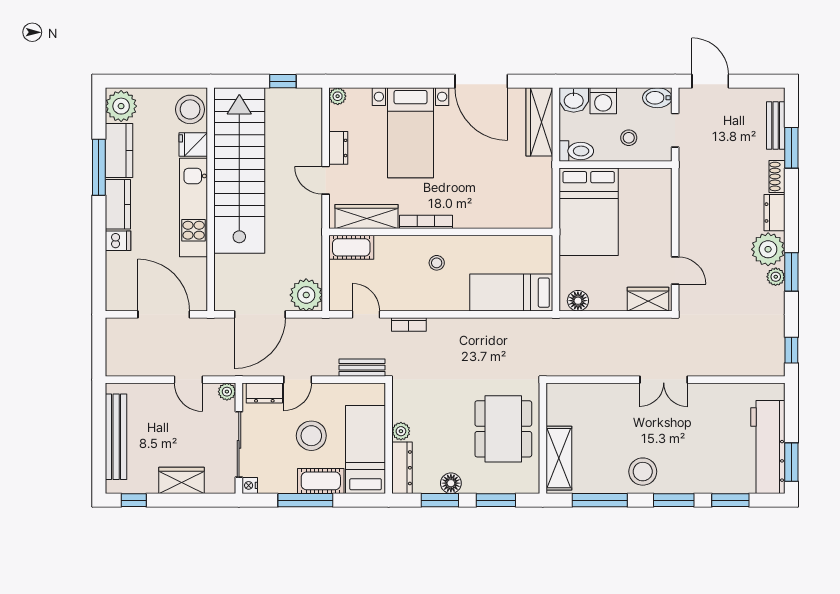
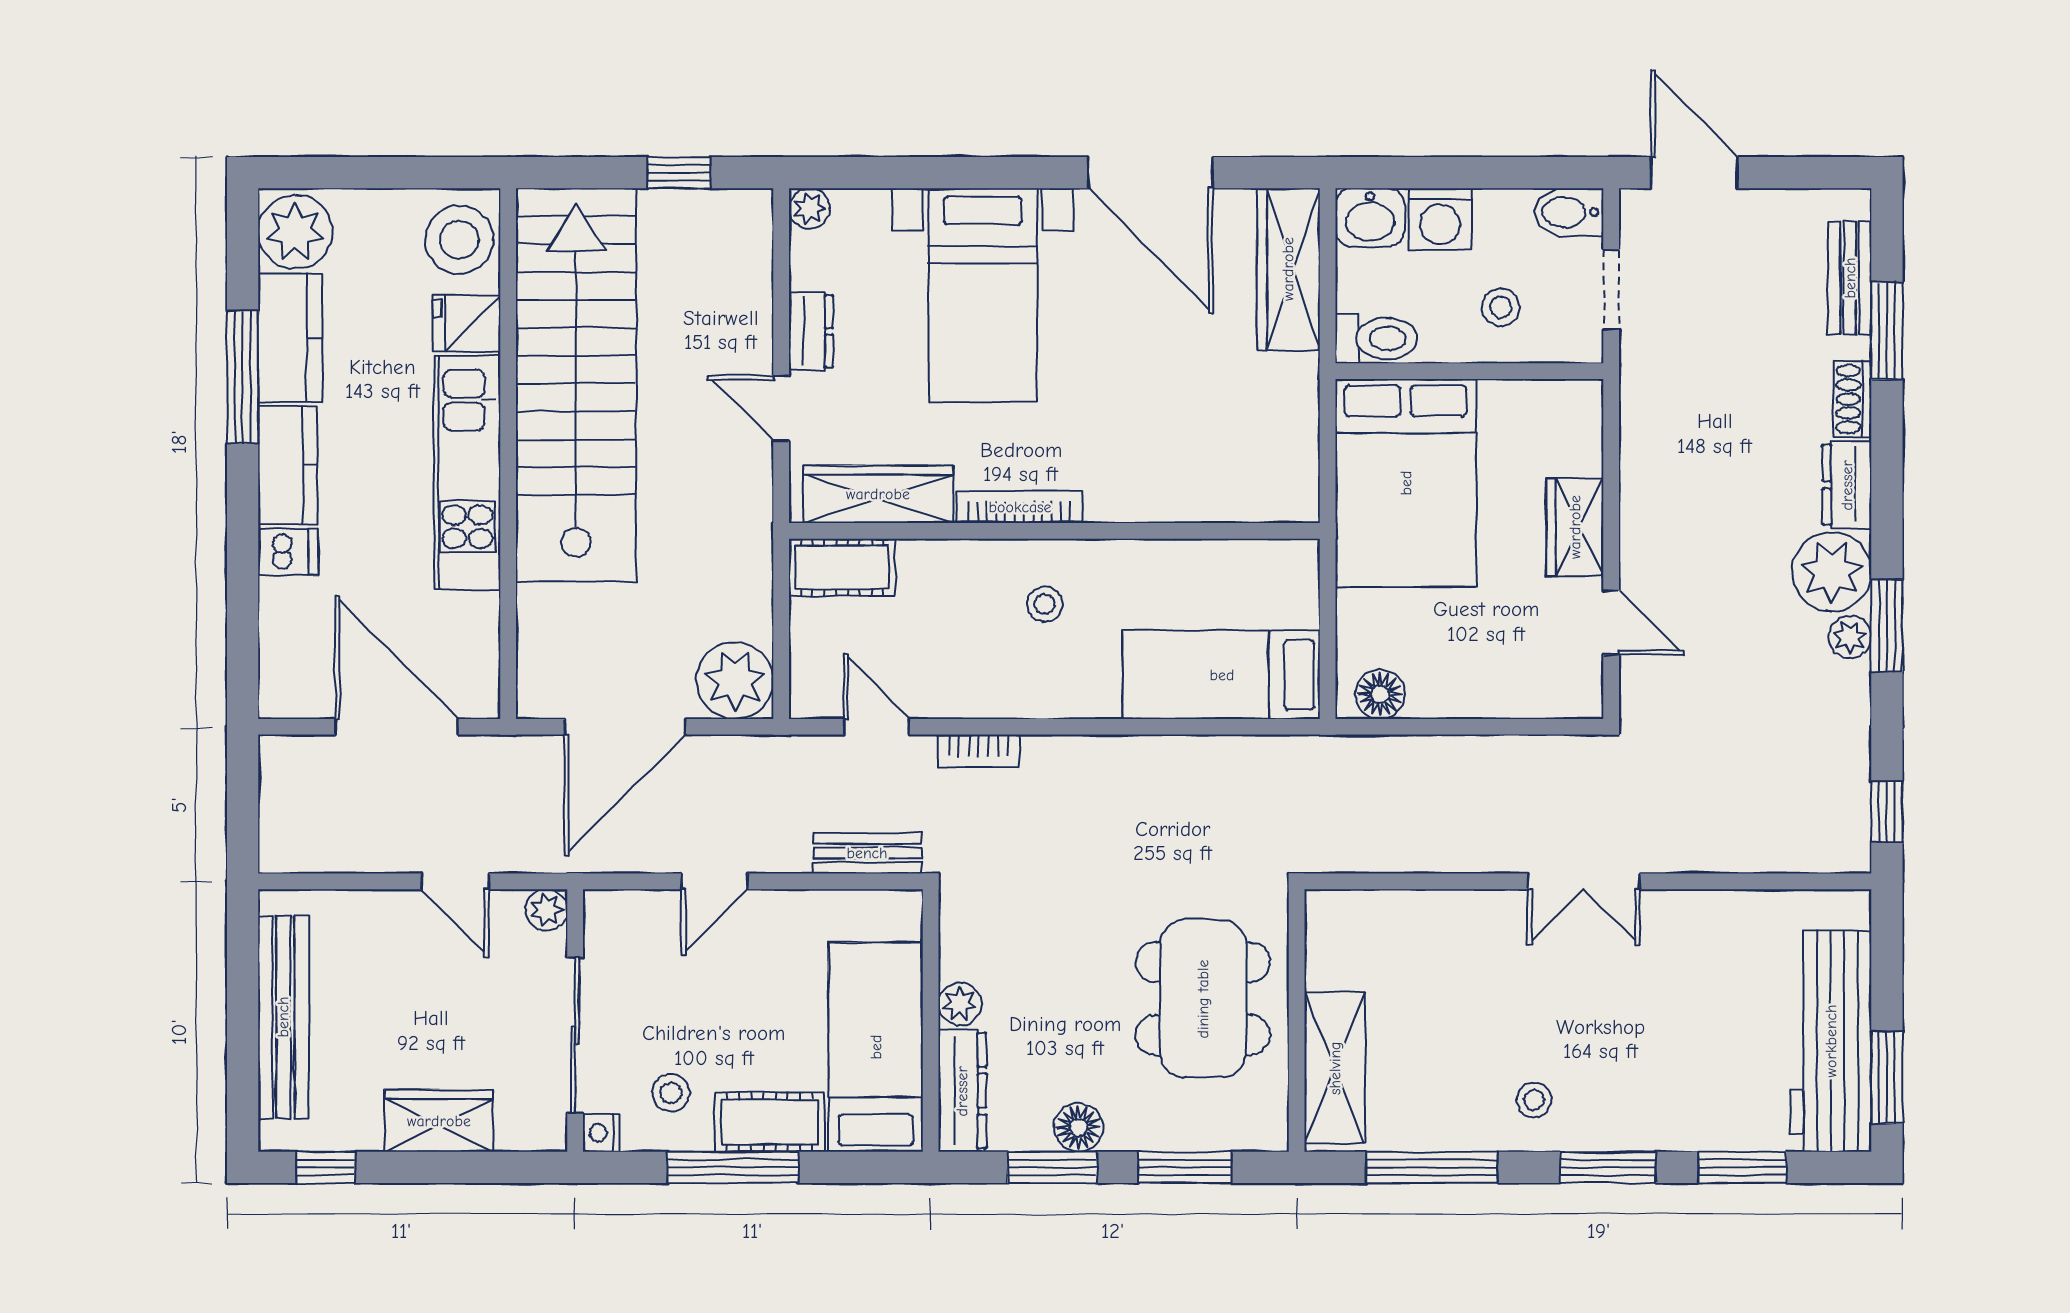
wardrobe: (648, 299) -> (1575, 527), moved, turned -90
dresser: (264, 393) -> (635, 913), removed
stool: (311, 436) -> (671, 1093), moved, width x0.53, depth x0.53
stool: (643, 472) -> (1534, 1100), width x0.53, depth x0.53

